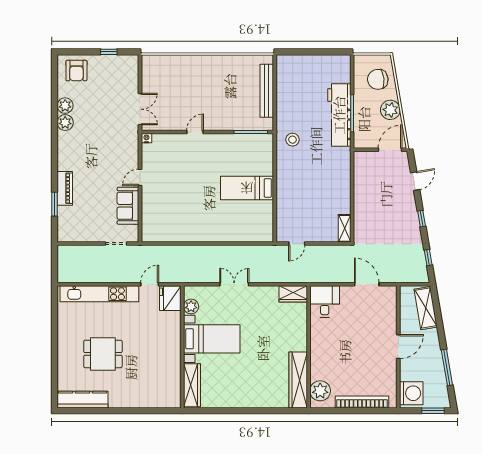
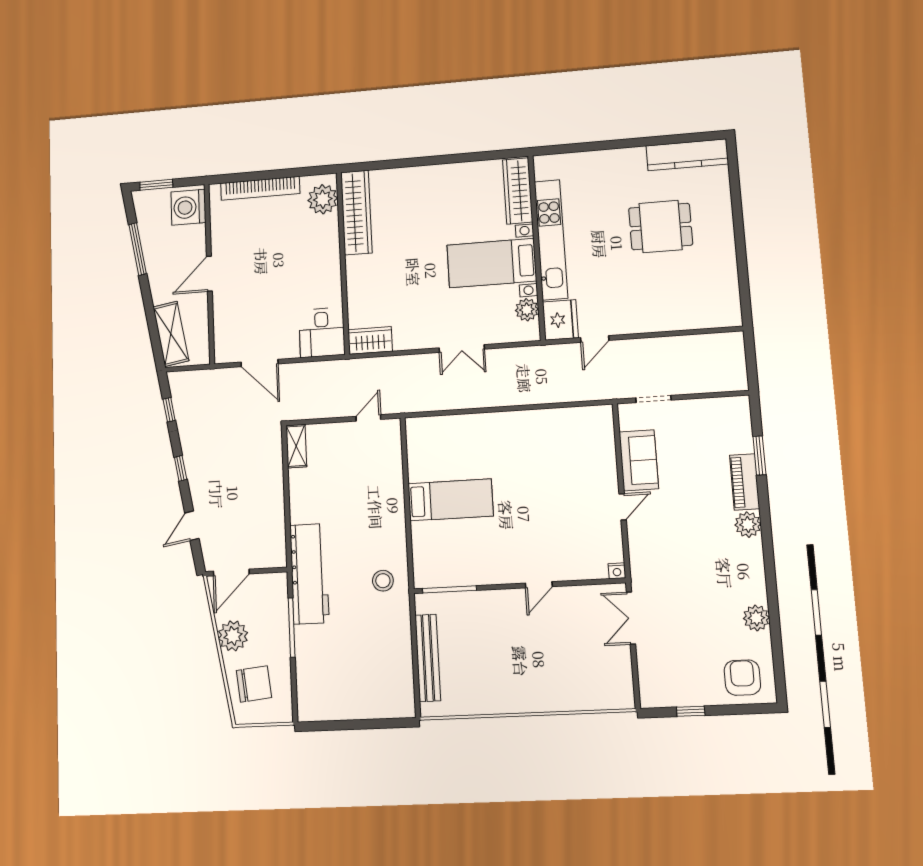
workbench: (339, 115) -> (309, 574), moved
plant: (65, 123) -> (748, 525), moved
kitchen unit: (99, 294) -> (551, 240), moved, turned 90

